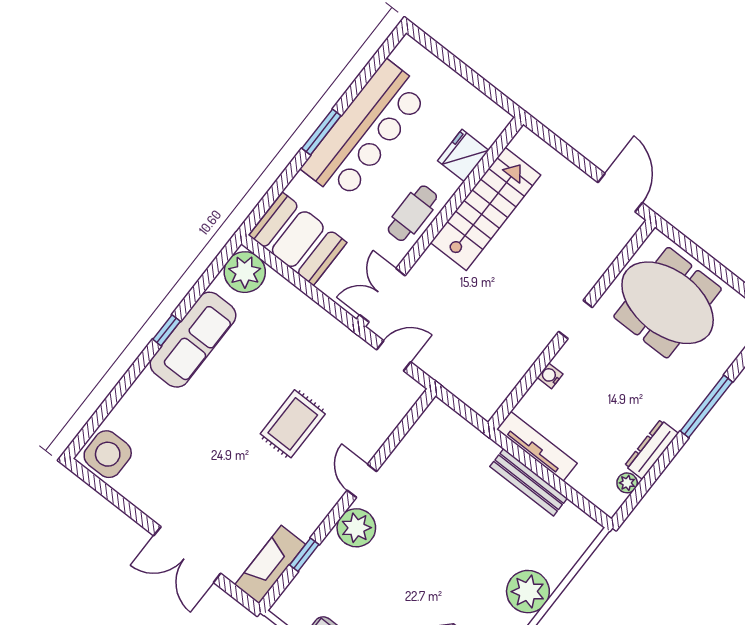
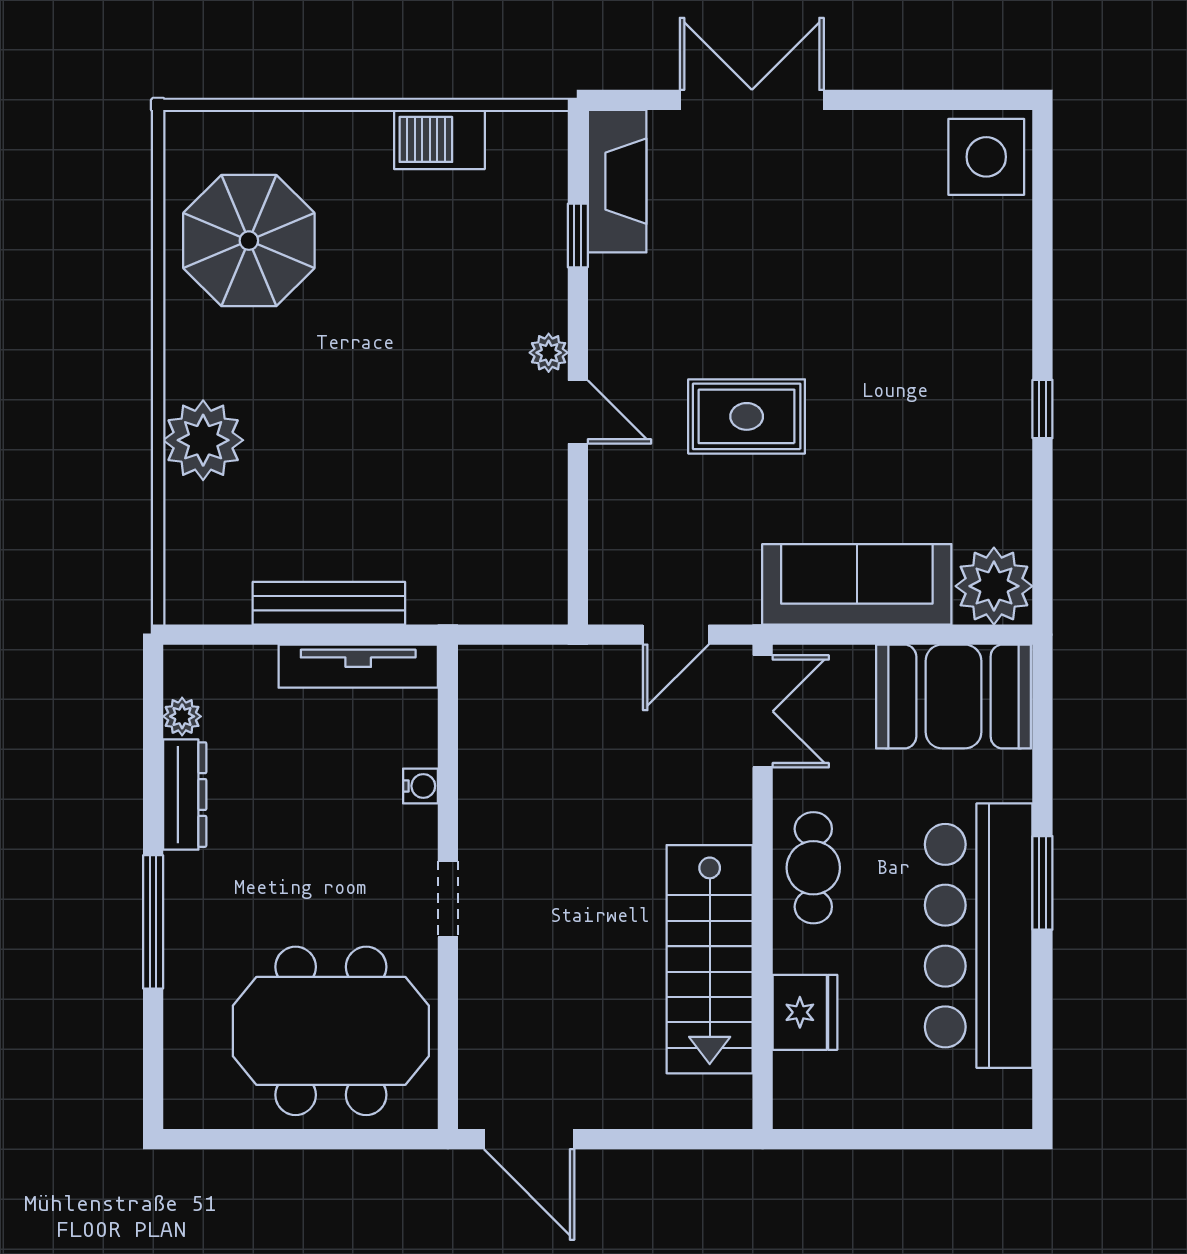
sofa: (193, 340) -> (857, 584), moved, turned 90
rug: (293, 424) -> (747, 416), turned 90
plant: (356, 528) -> (549, 353), width x0.53, depth x0.53

